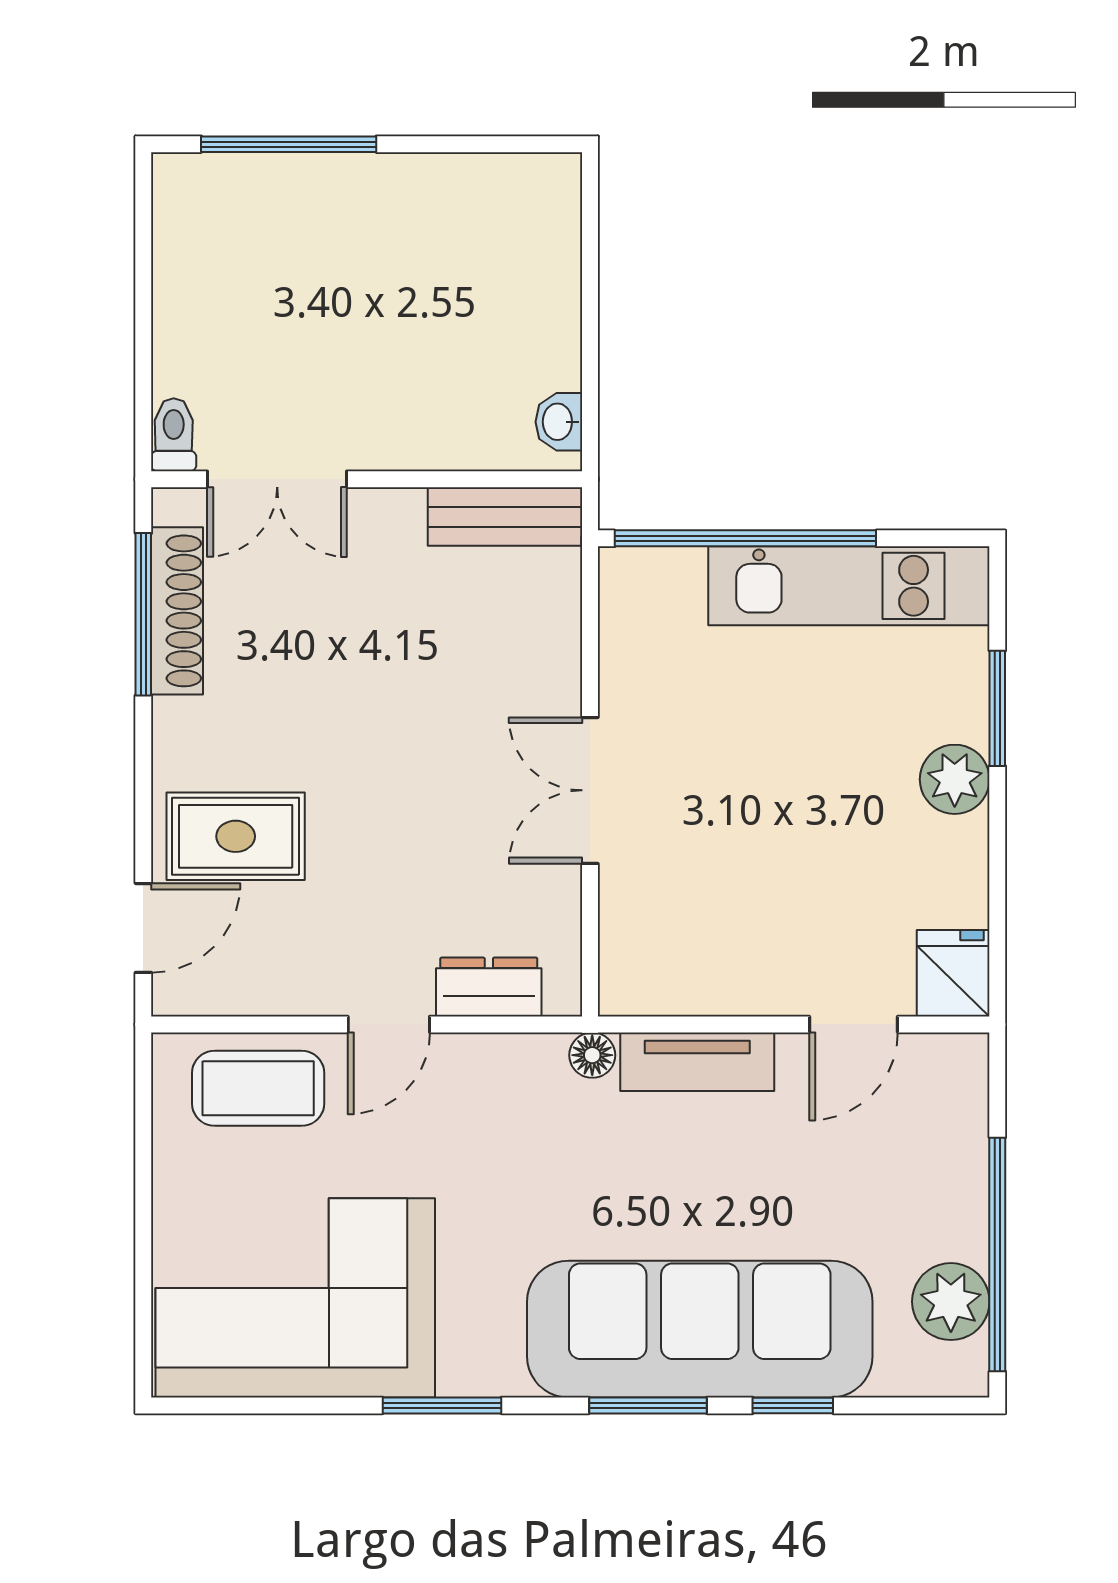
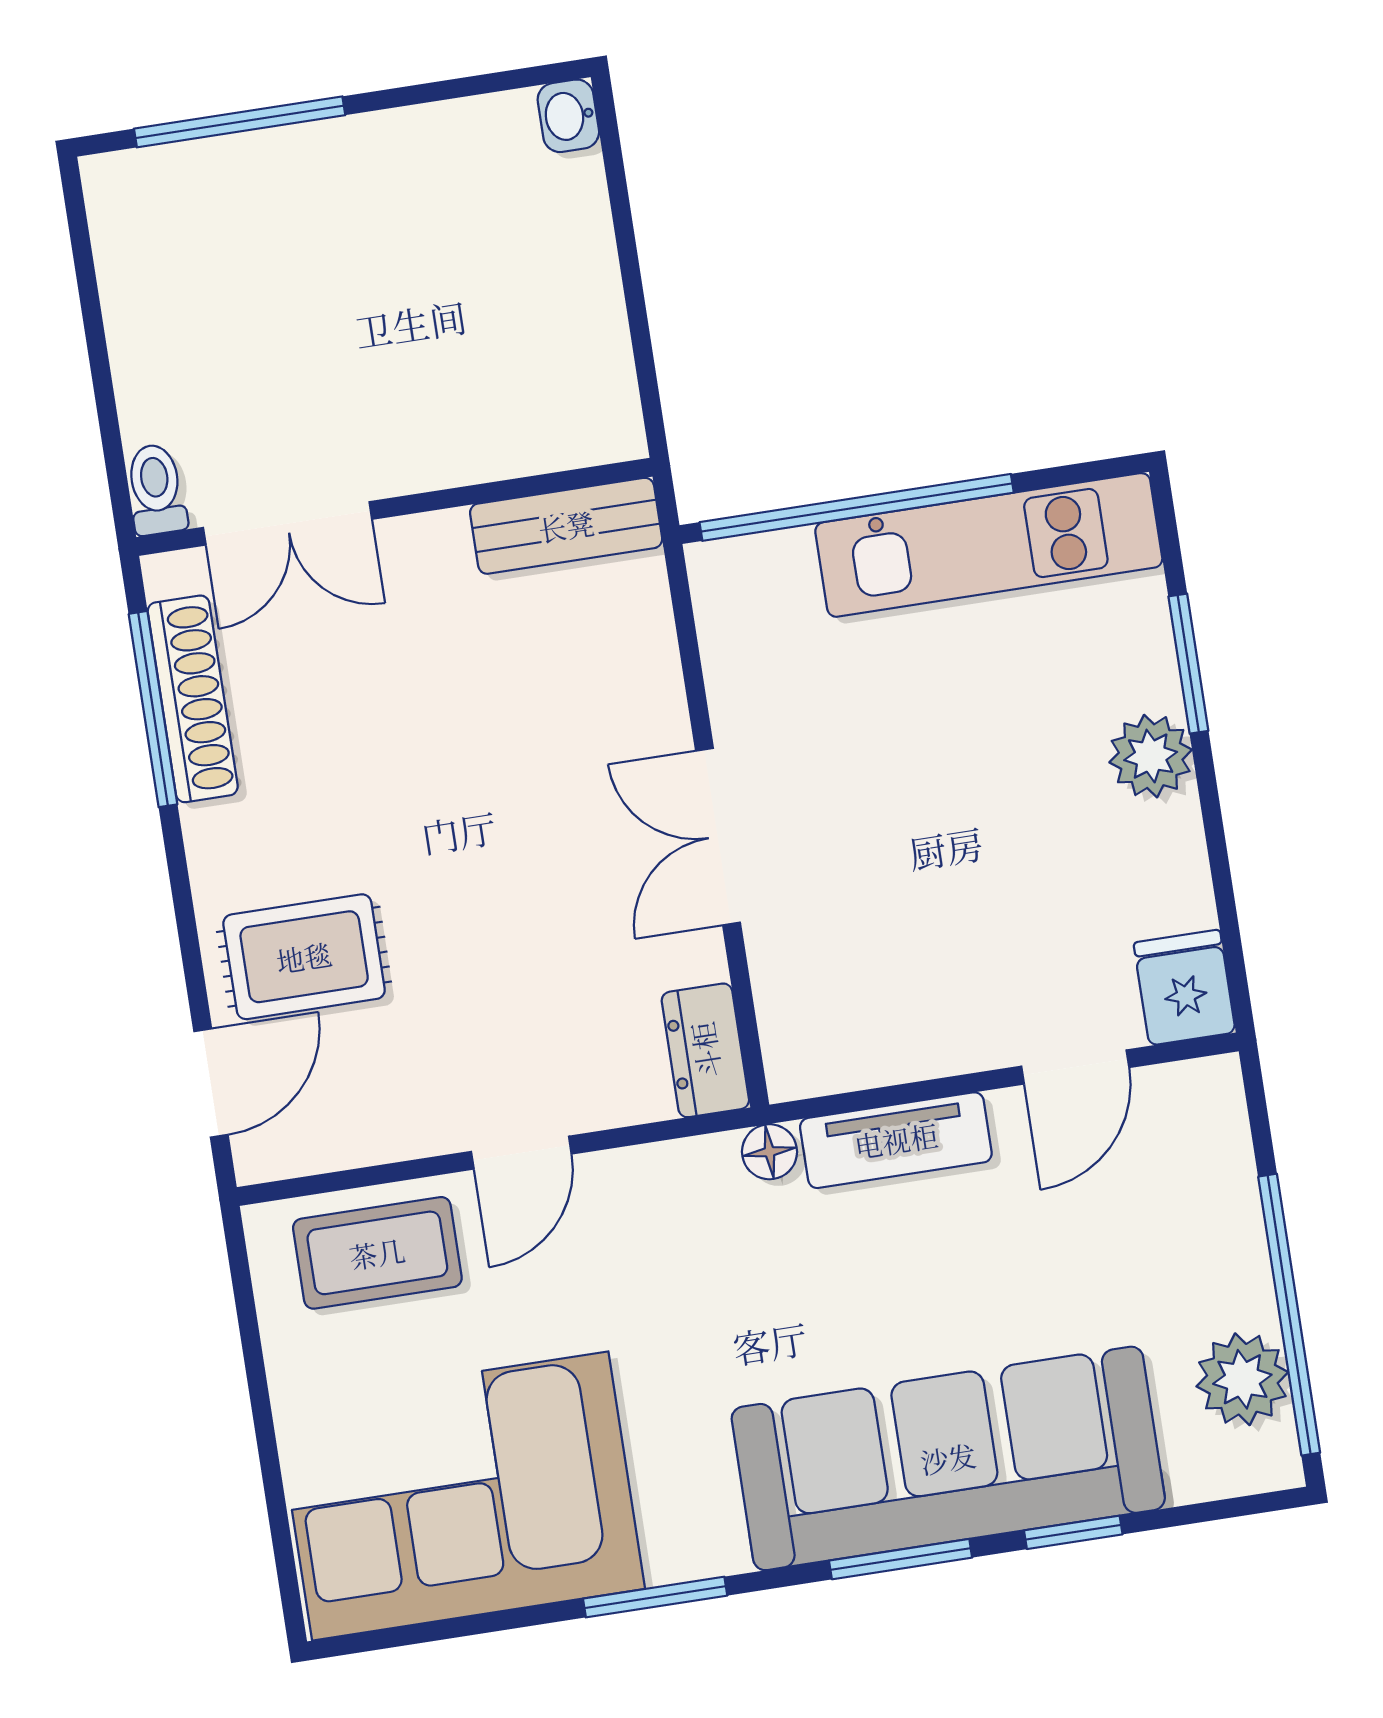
washbasin: (559, 422) -> (568, 116), moved
dresser: (489, 987) -> (705, 1050), moved, turned -90

